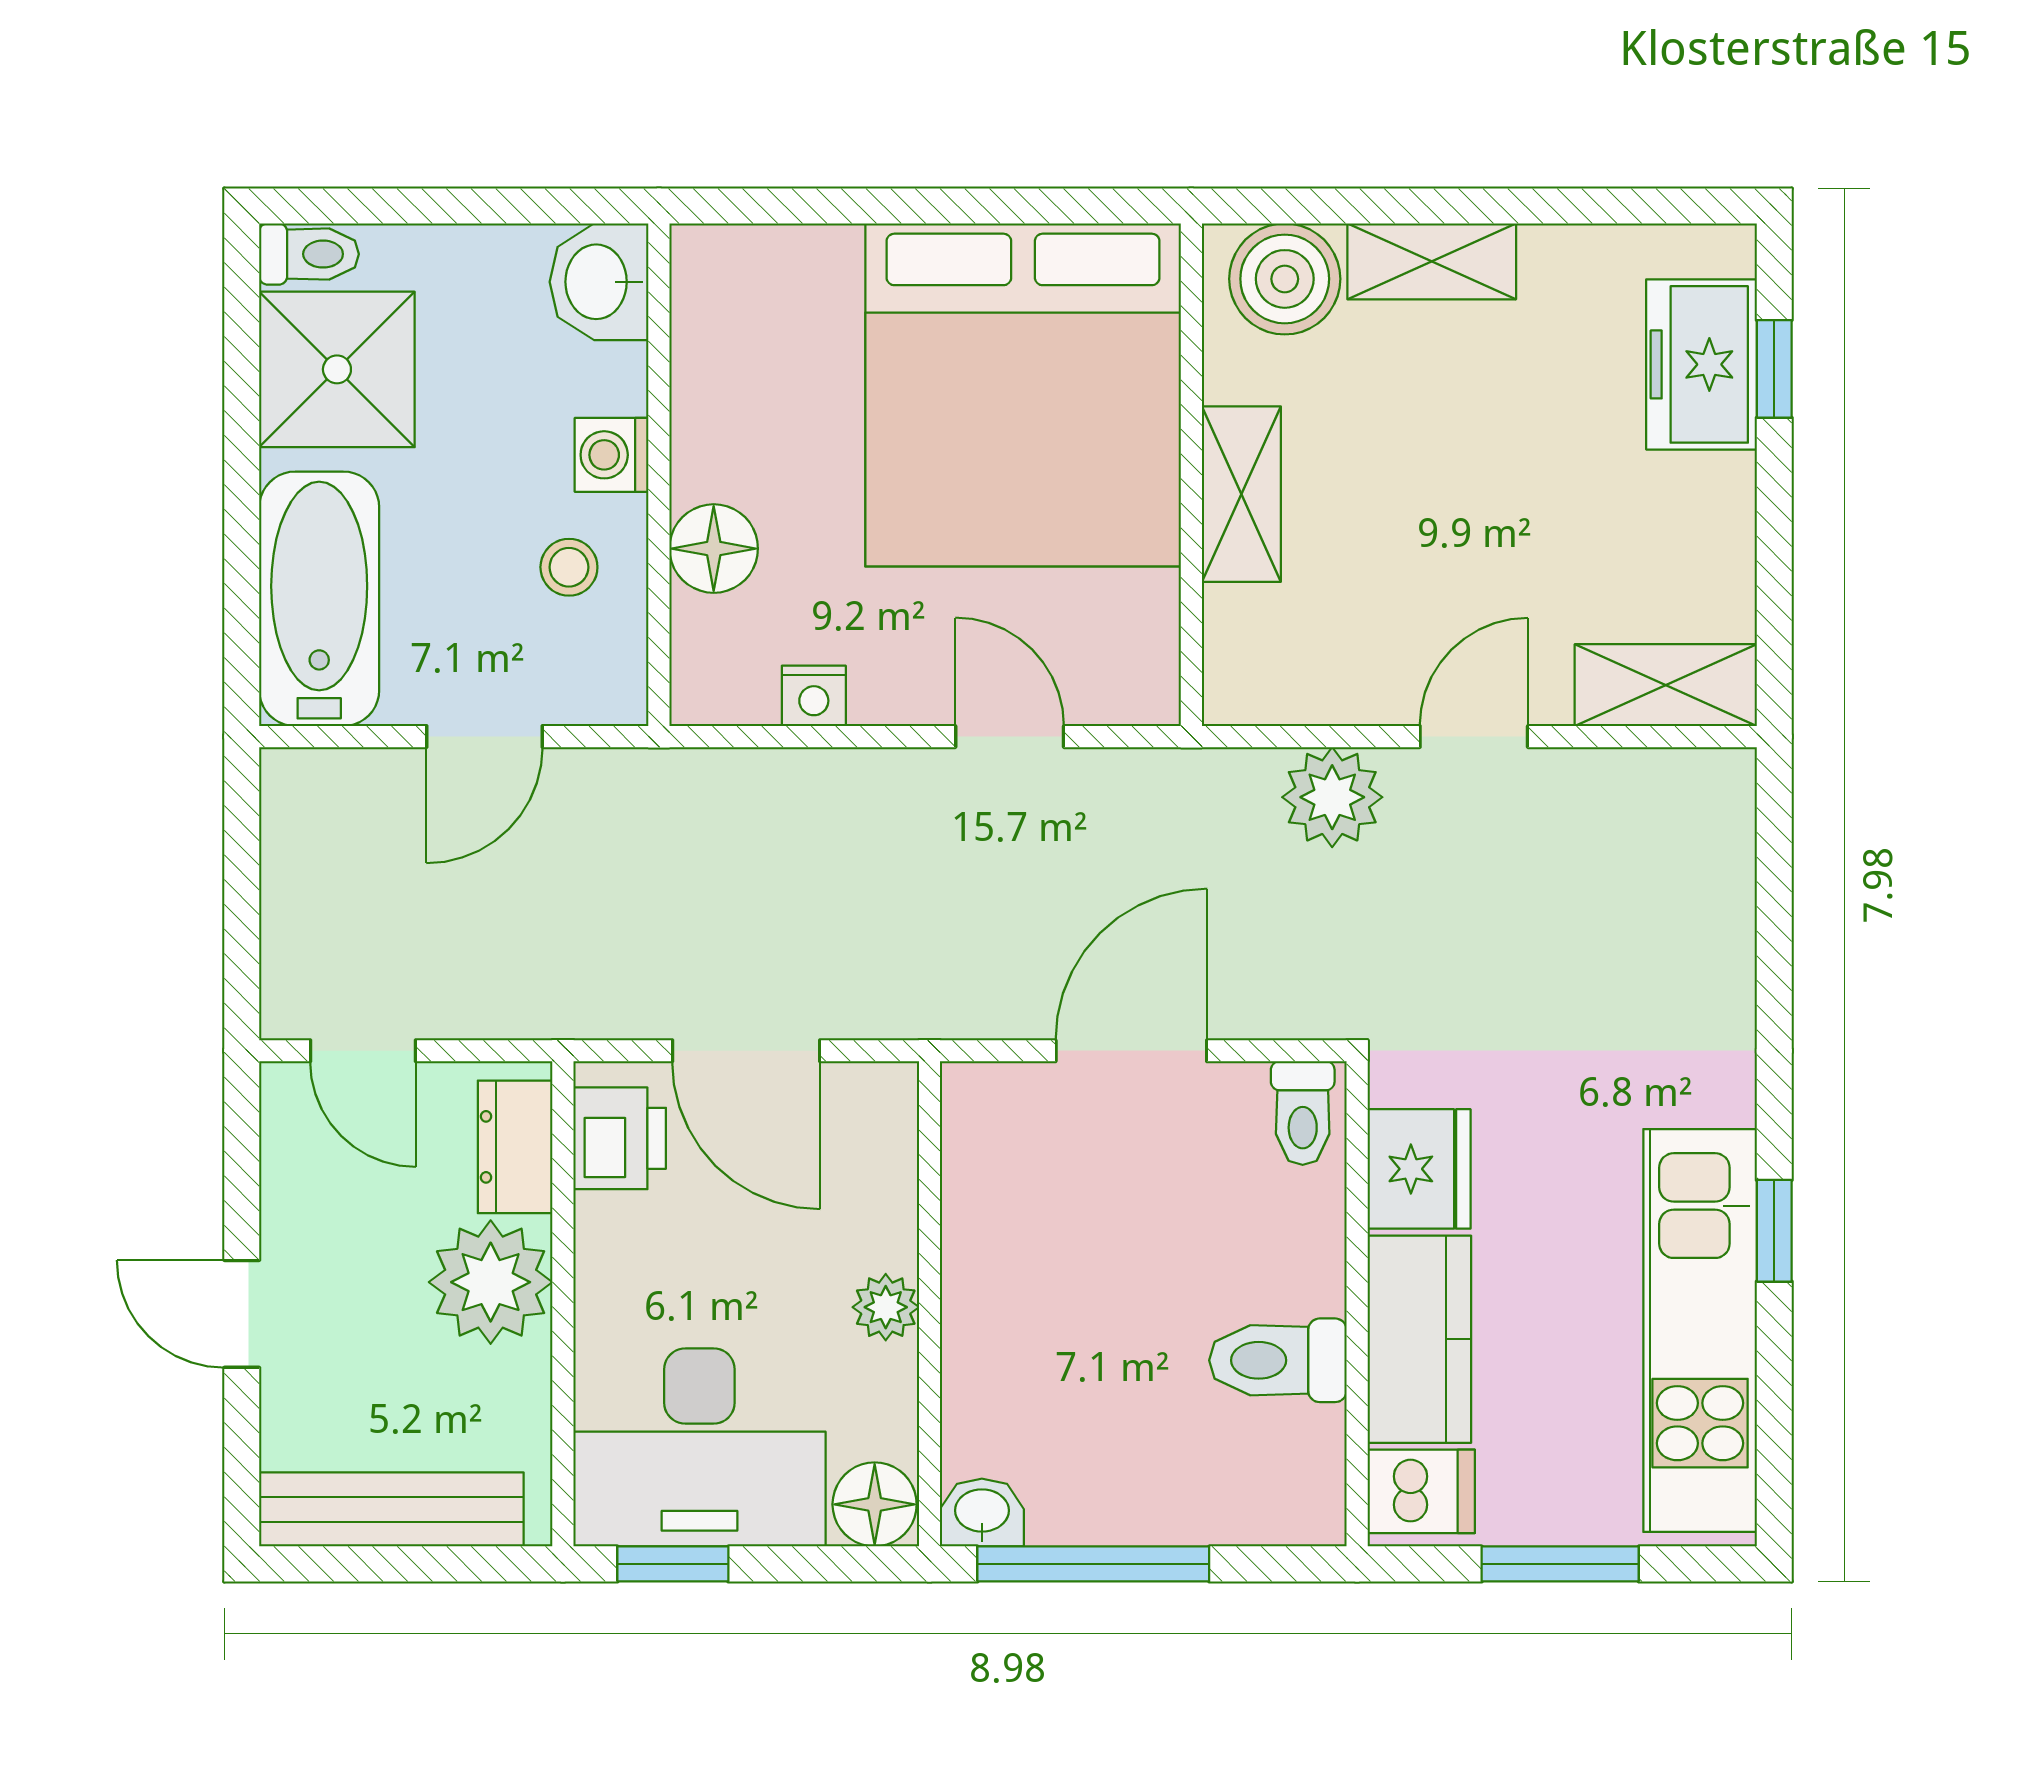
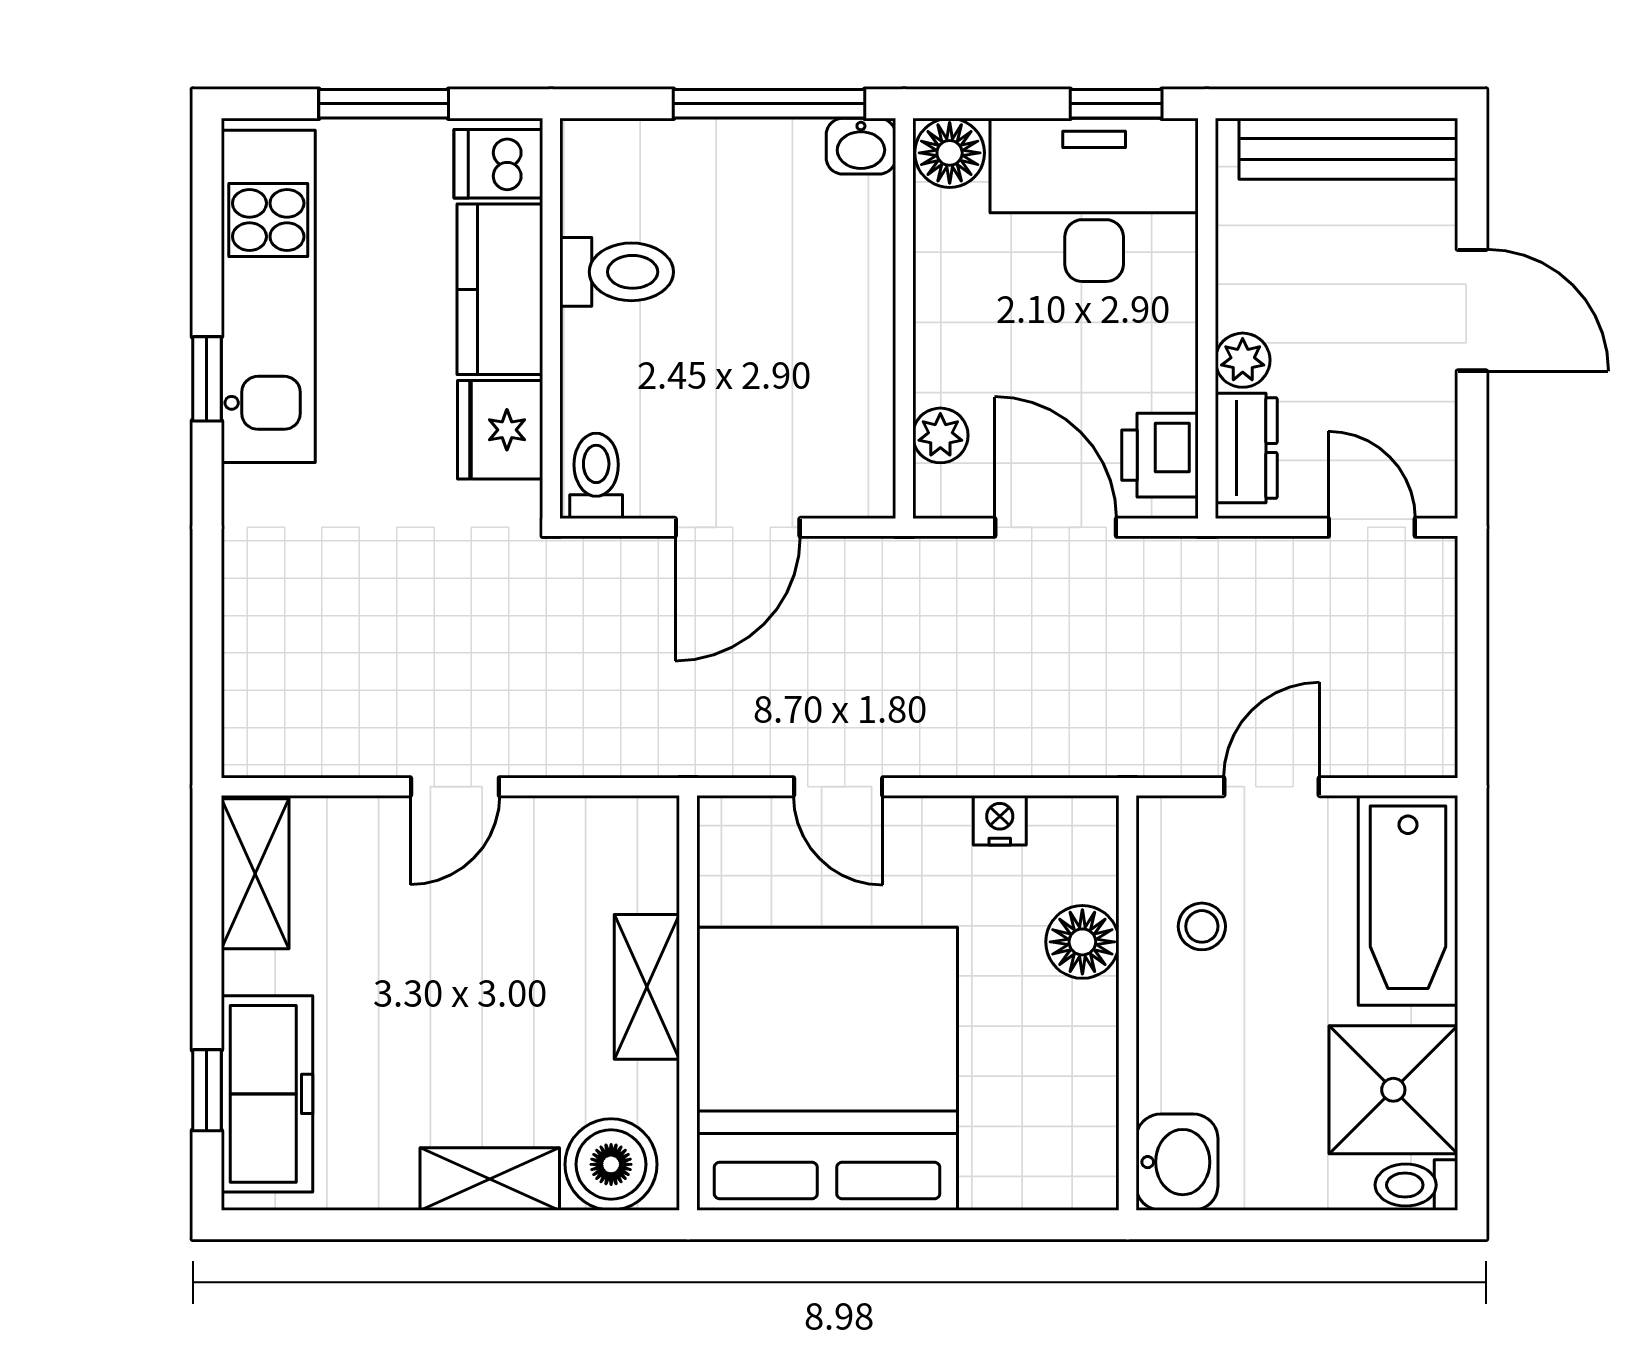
freezer: (1702, 364) -> (267, 1094), width x1.40
washing machine: (612, 455) -> (1167, 1019), removed
shelving: (1666, 685) -> (255, 874), moved, turned 90
plant: (1332, 797) -> (572, 737), removed
plant: (491, 1282) -> (1243, 360), width x0.53, depth x0.53
plant: (886, 1307) -> (940, 435), moved
door: (242, 1314) -> (1472, 310), width x1.38

